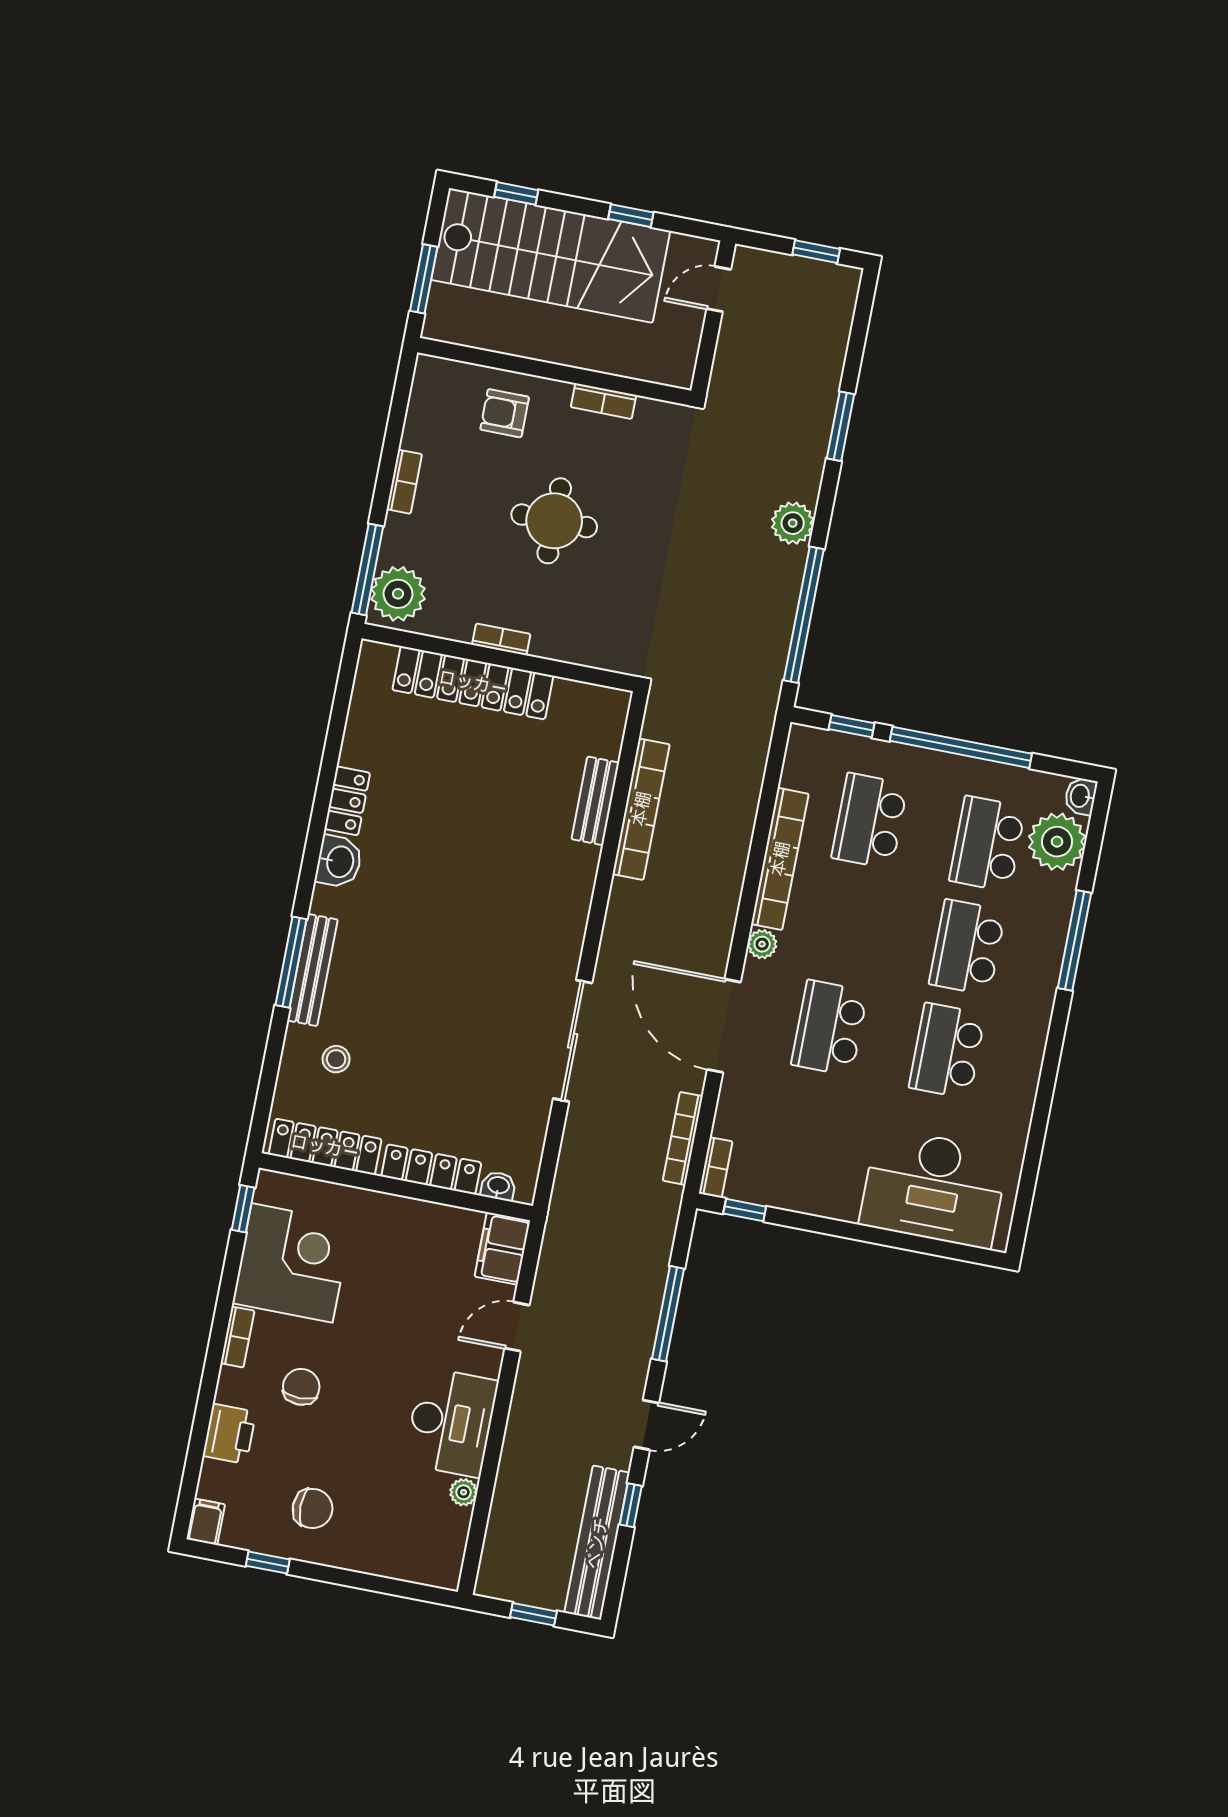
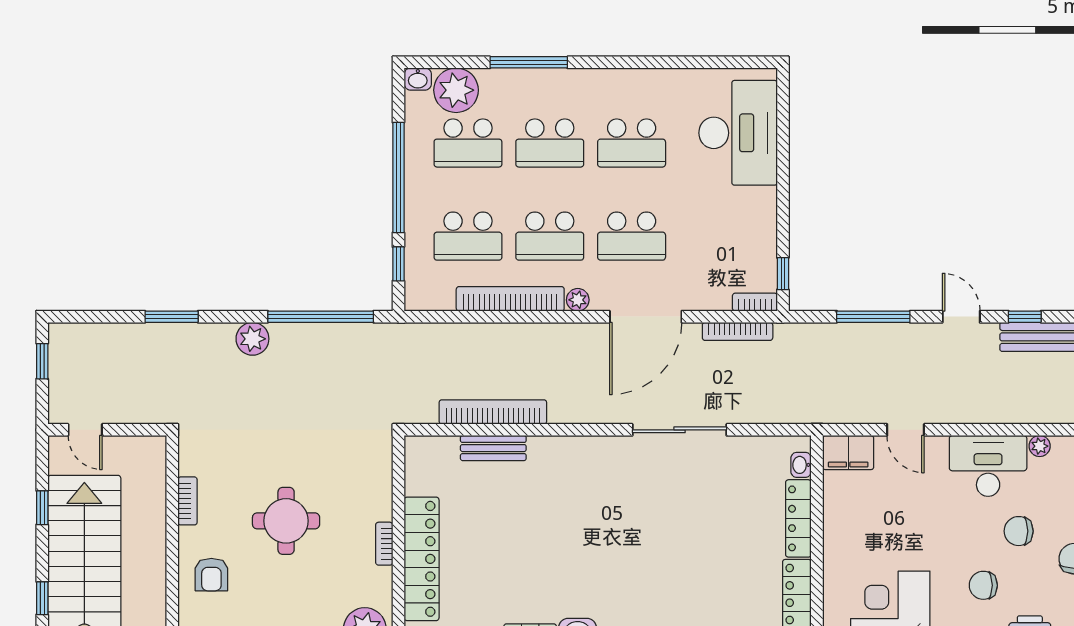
school desk: (850, 924) -> (550, 236), added
stool: (336, 1059) -> (728, 607), removed
chair: (361, 1445) -> (1019, 531), added

